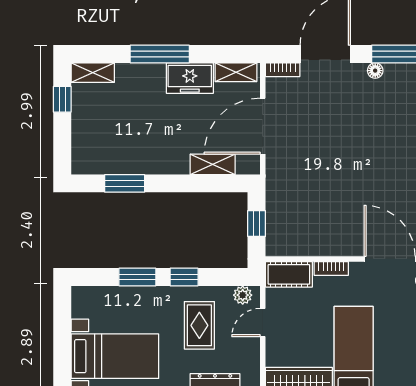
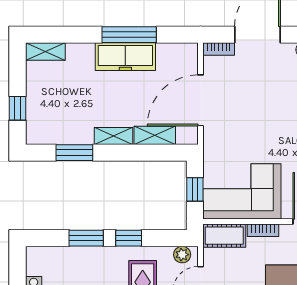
window: (160, 54) -> (129, 35), moved
shelving: (236, 72) -> (113, 136), moved
freezer: (190, 78) -> (125, 57), width x1.40
window: (62, 99) -> (18, 108), moved
corner sofa: (308, 226) -> (242, 191), added

